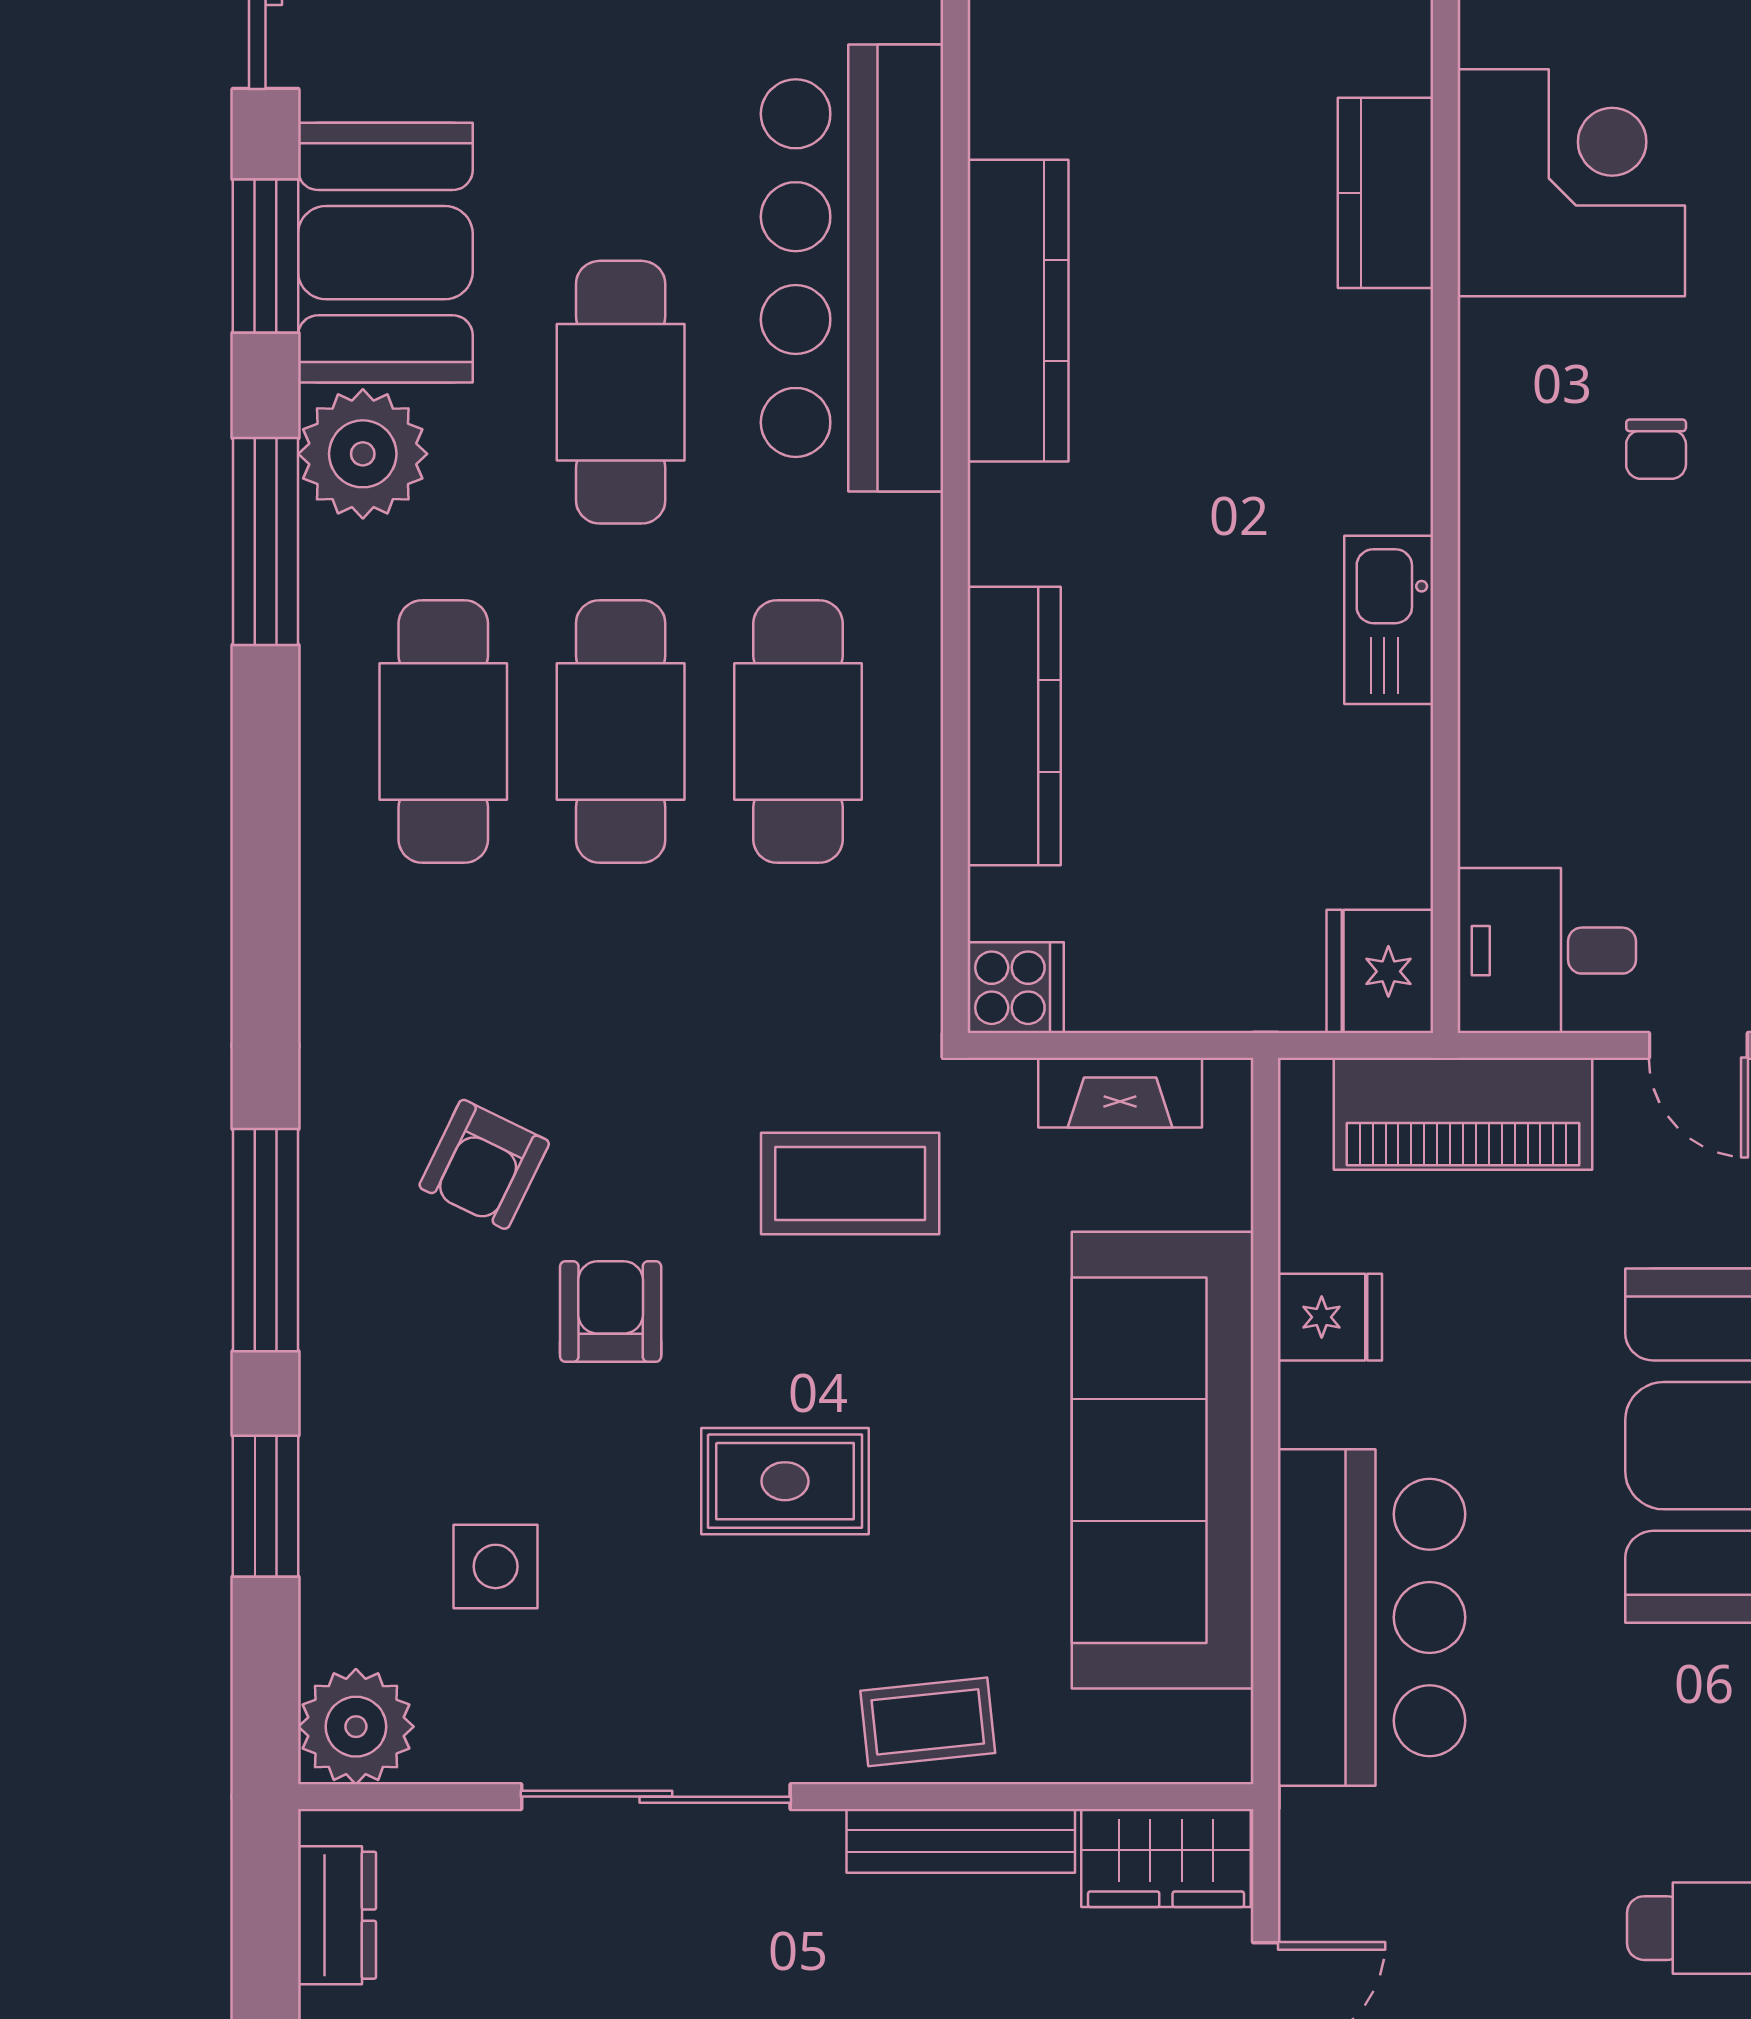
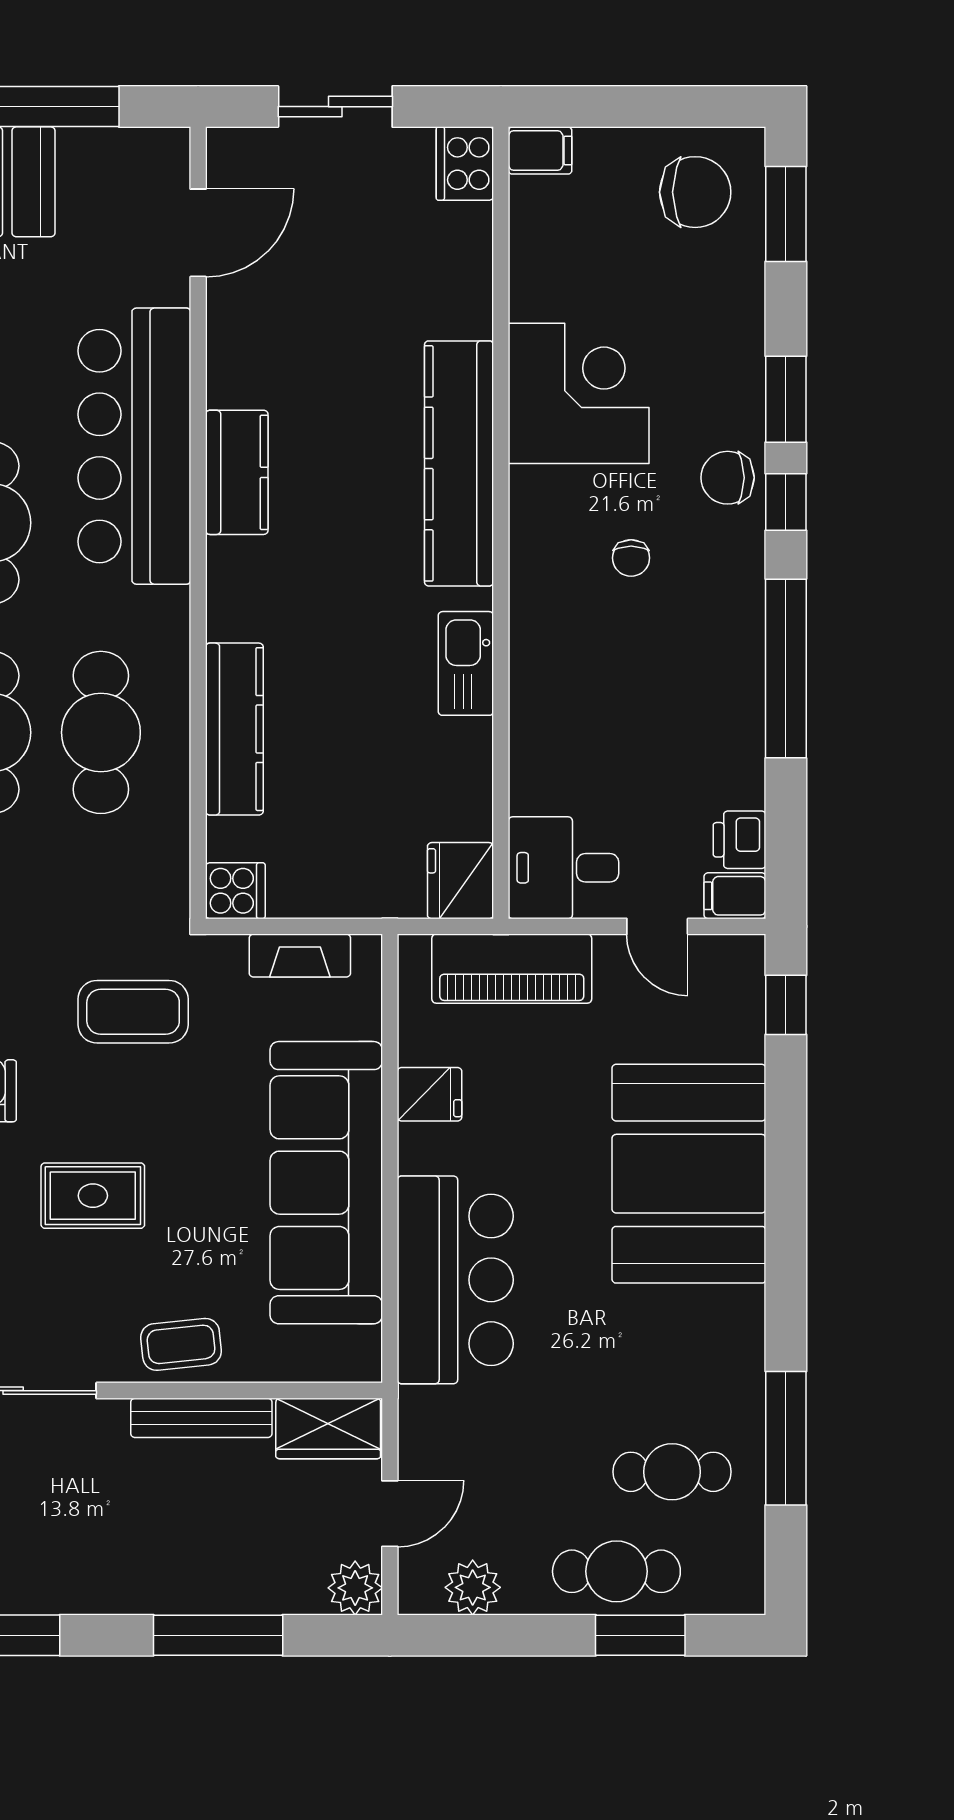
kitchen counter: (1385, 193) -> (459, 463), width x2.08, depth x1.17
kitchen counter: (1018, 311) -> (237, 472), width x0.67

